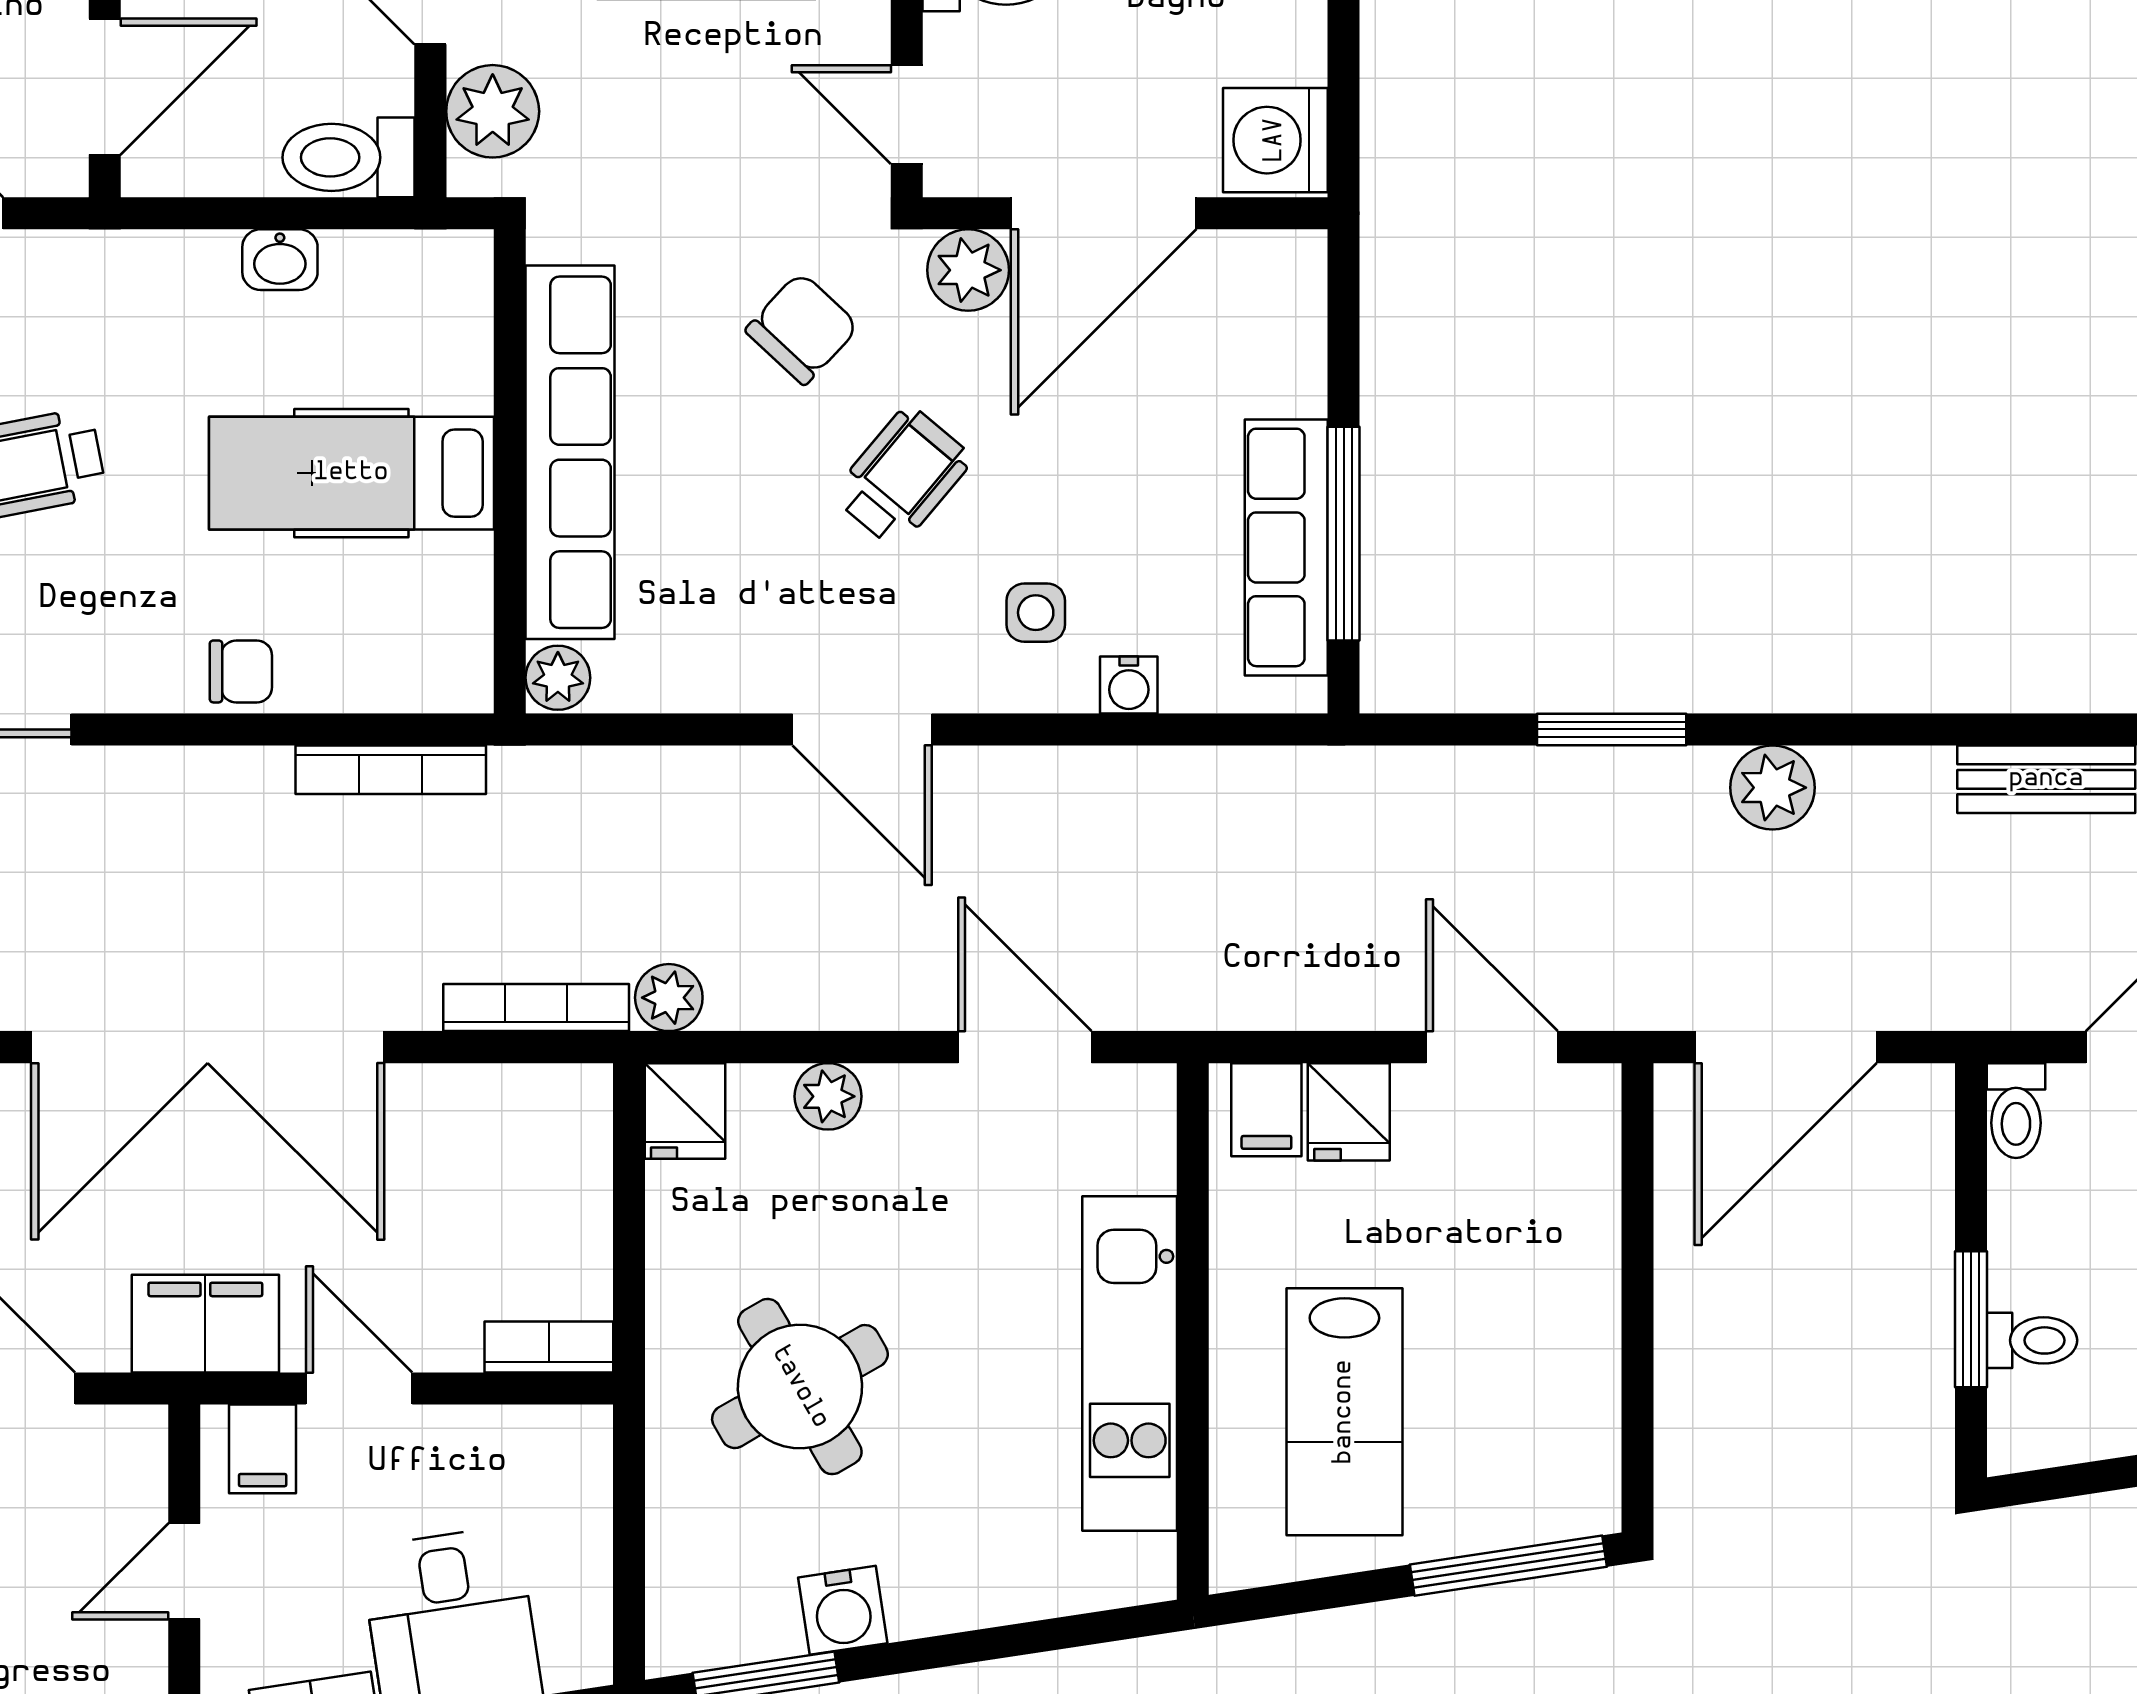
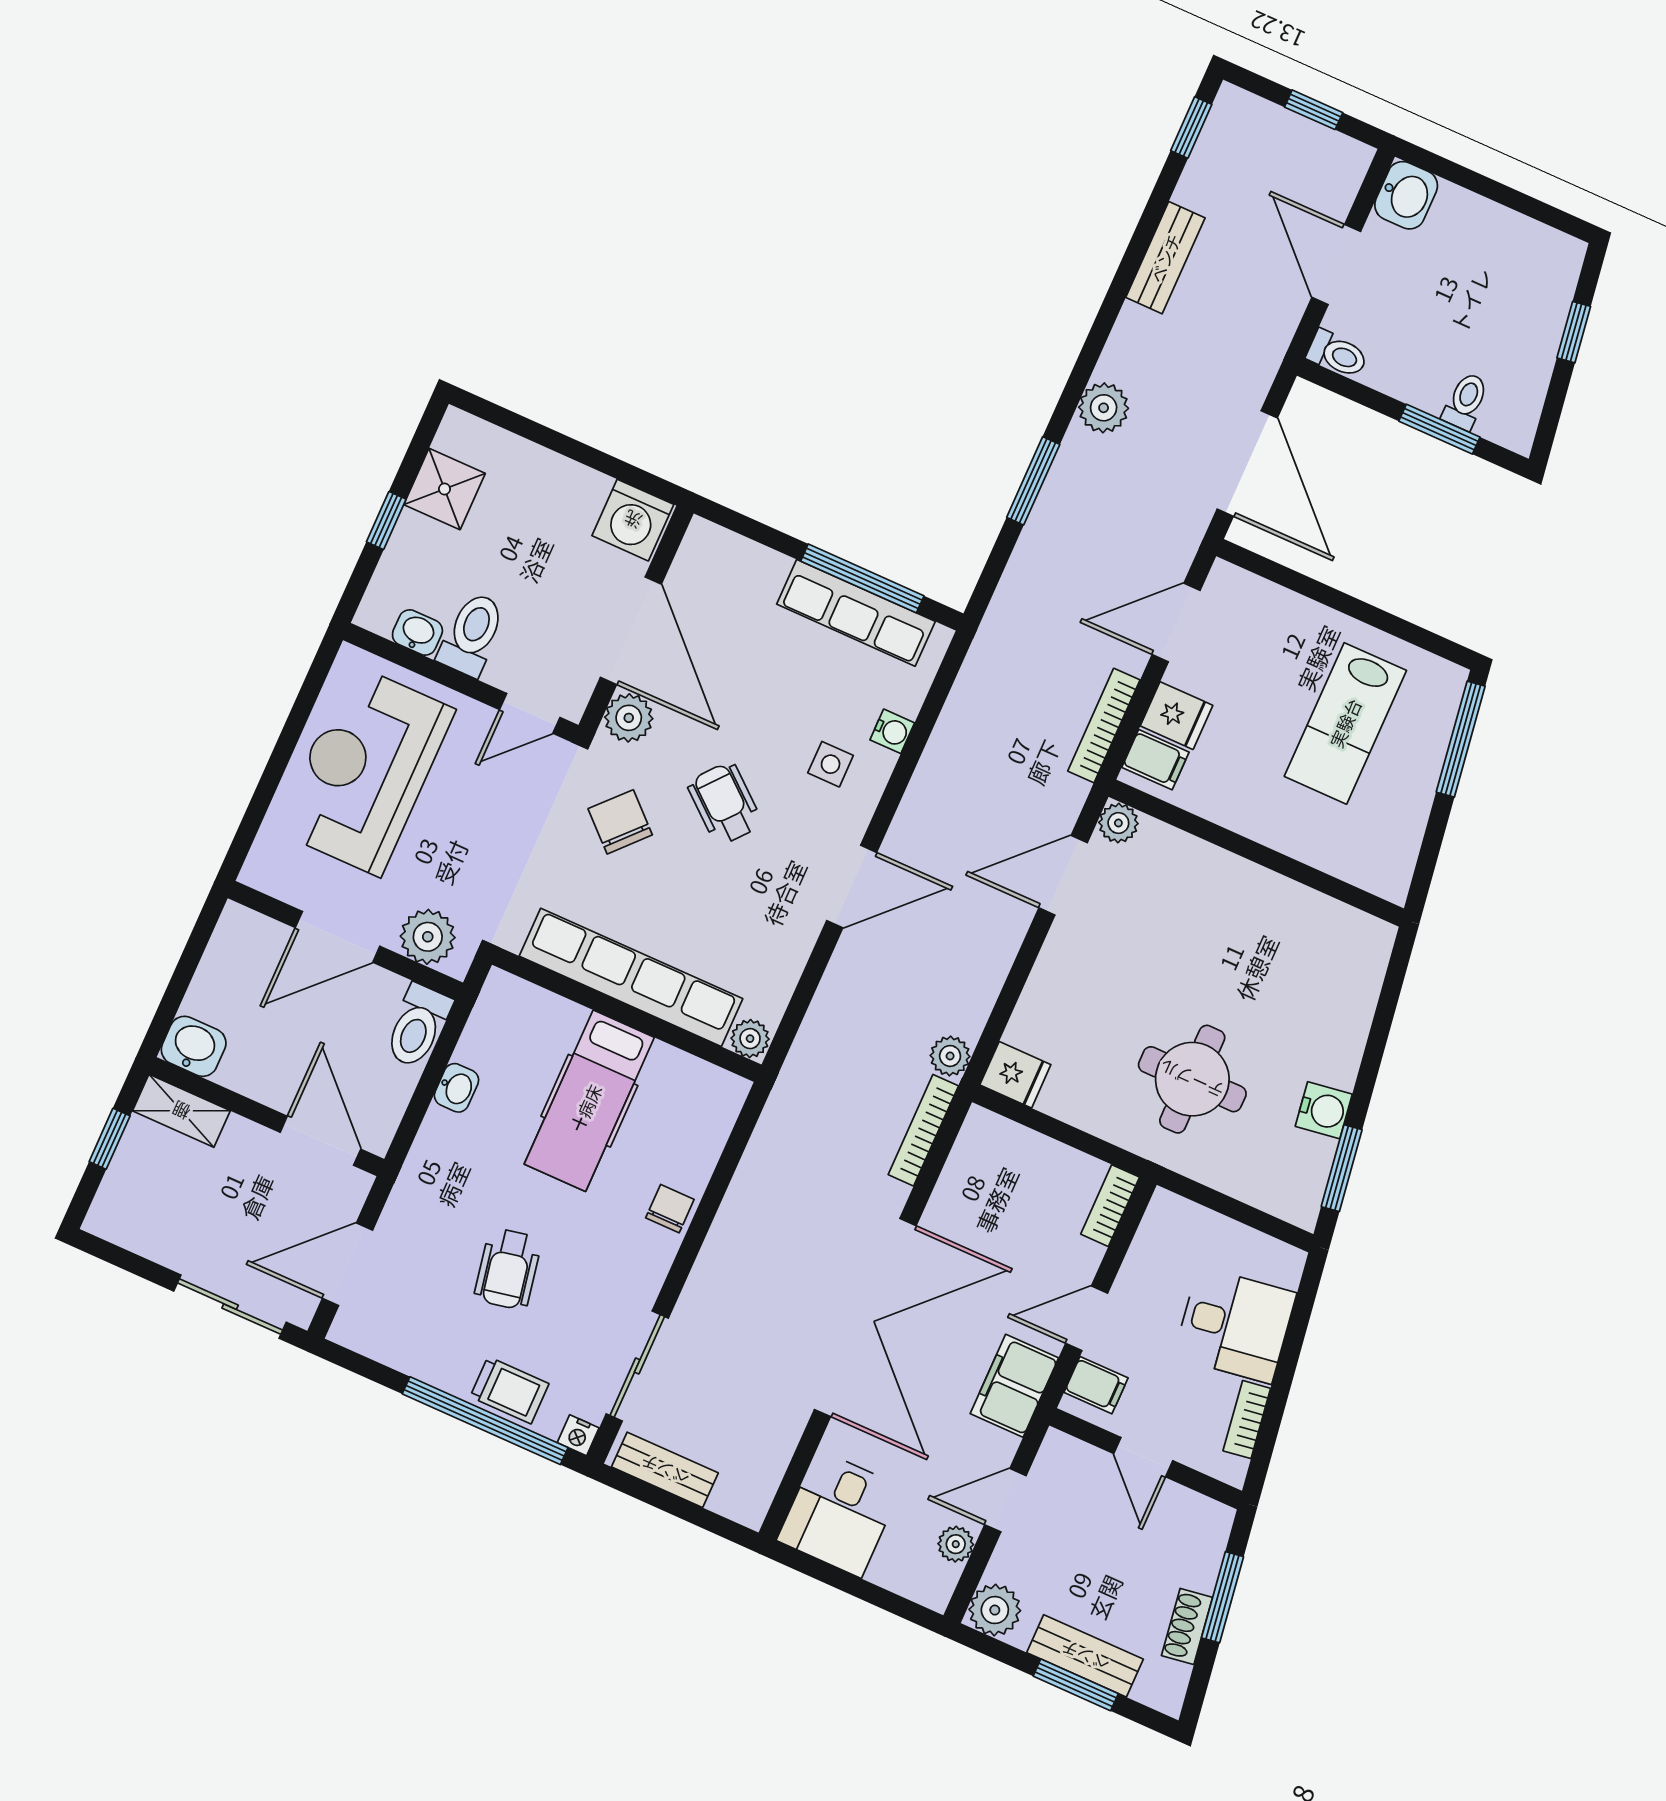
bookcase: (391, 770) -> (1104, 726), moved, turned 180
plant: (828, 1096) -> (1118, 823), moved
kitchen unit: (1130, 1363) -> (1260, 895), removed
round table: (800, 1387) -> (1192, 1079), turned 30
lab bench: (1344, 1412) -> (1345, 723), moved, turned 90

